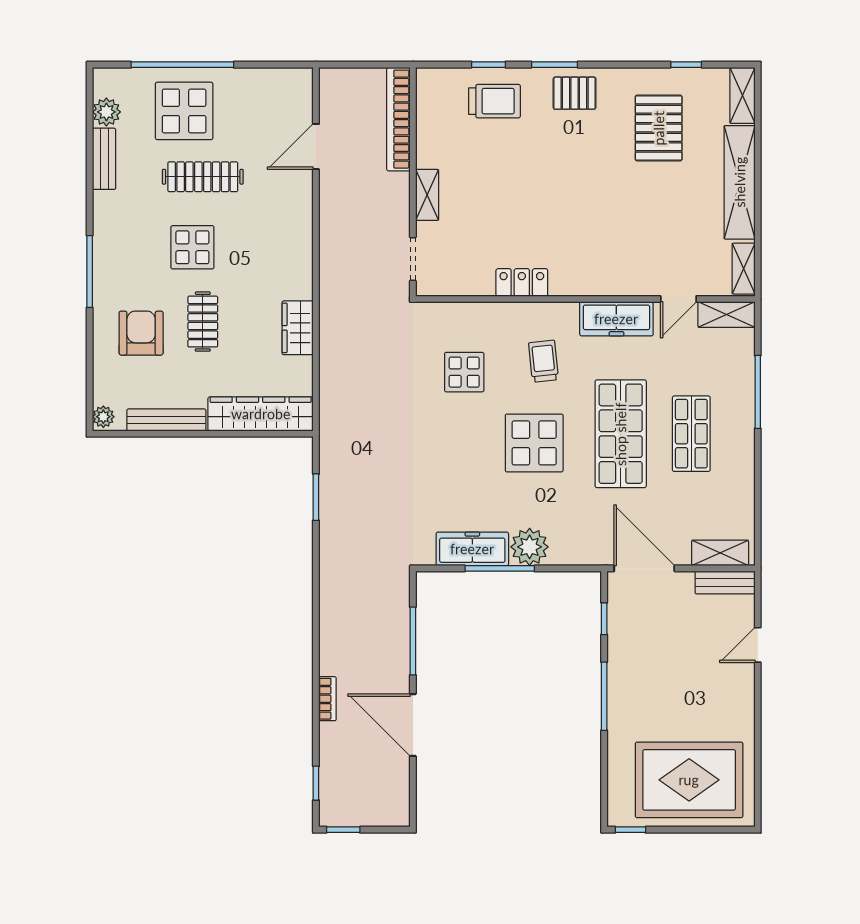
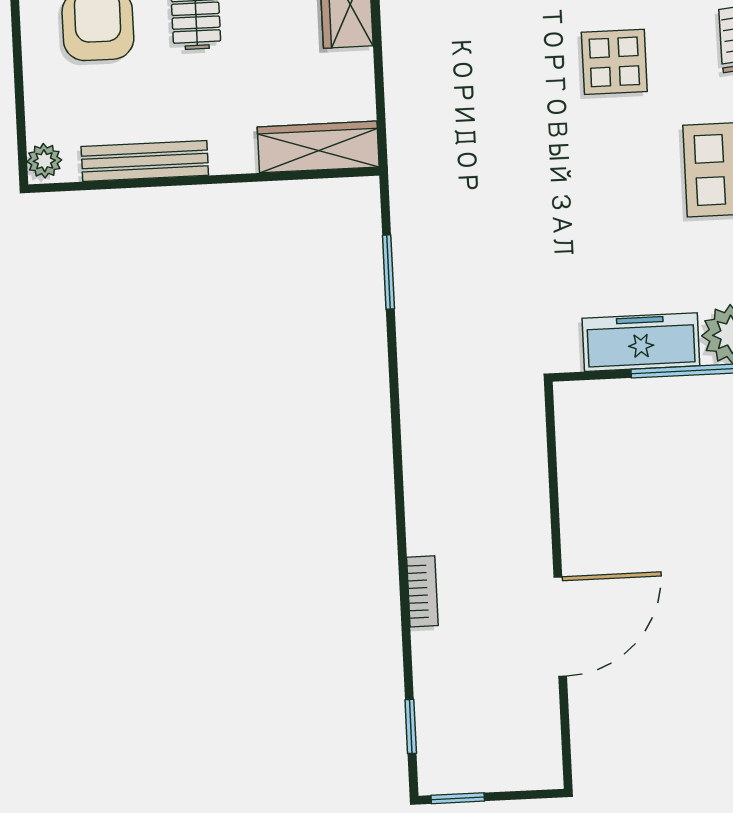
wardrobe: (261, 414) -> (318, 147), width x0.71, depth x0.85
window: (413, 641) -> (554, 493), removed
door: (413, 725) -> (560, 627), swing flipped

